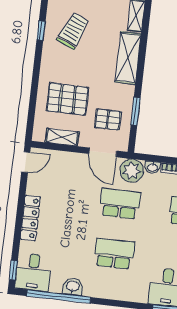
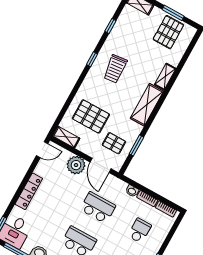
trolley: (73, 31) -> (115, 69), turned 151
shelving: (62, 137) -> (66, 137), moved
plant: (132, 171) -> (76, 165), moved

